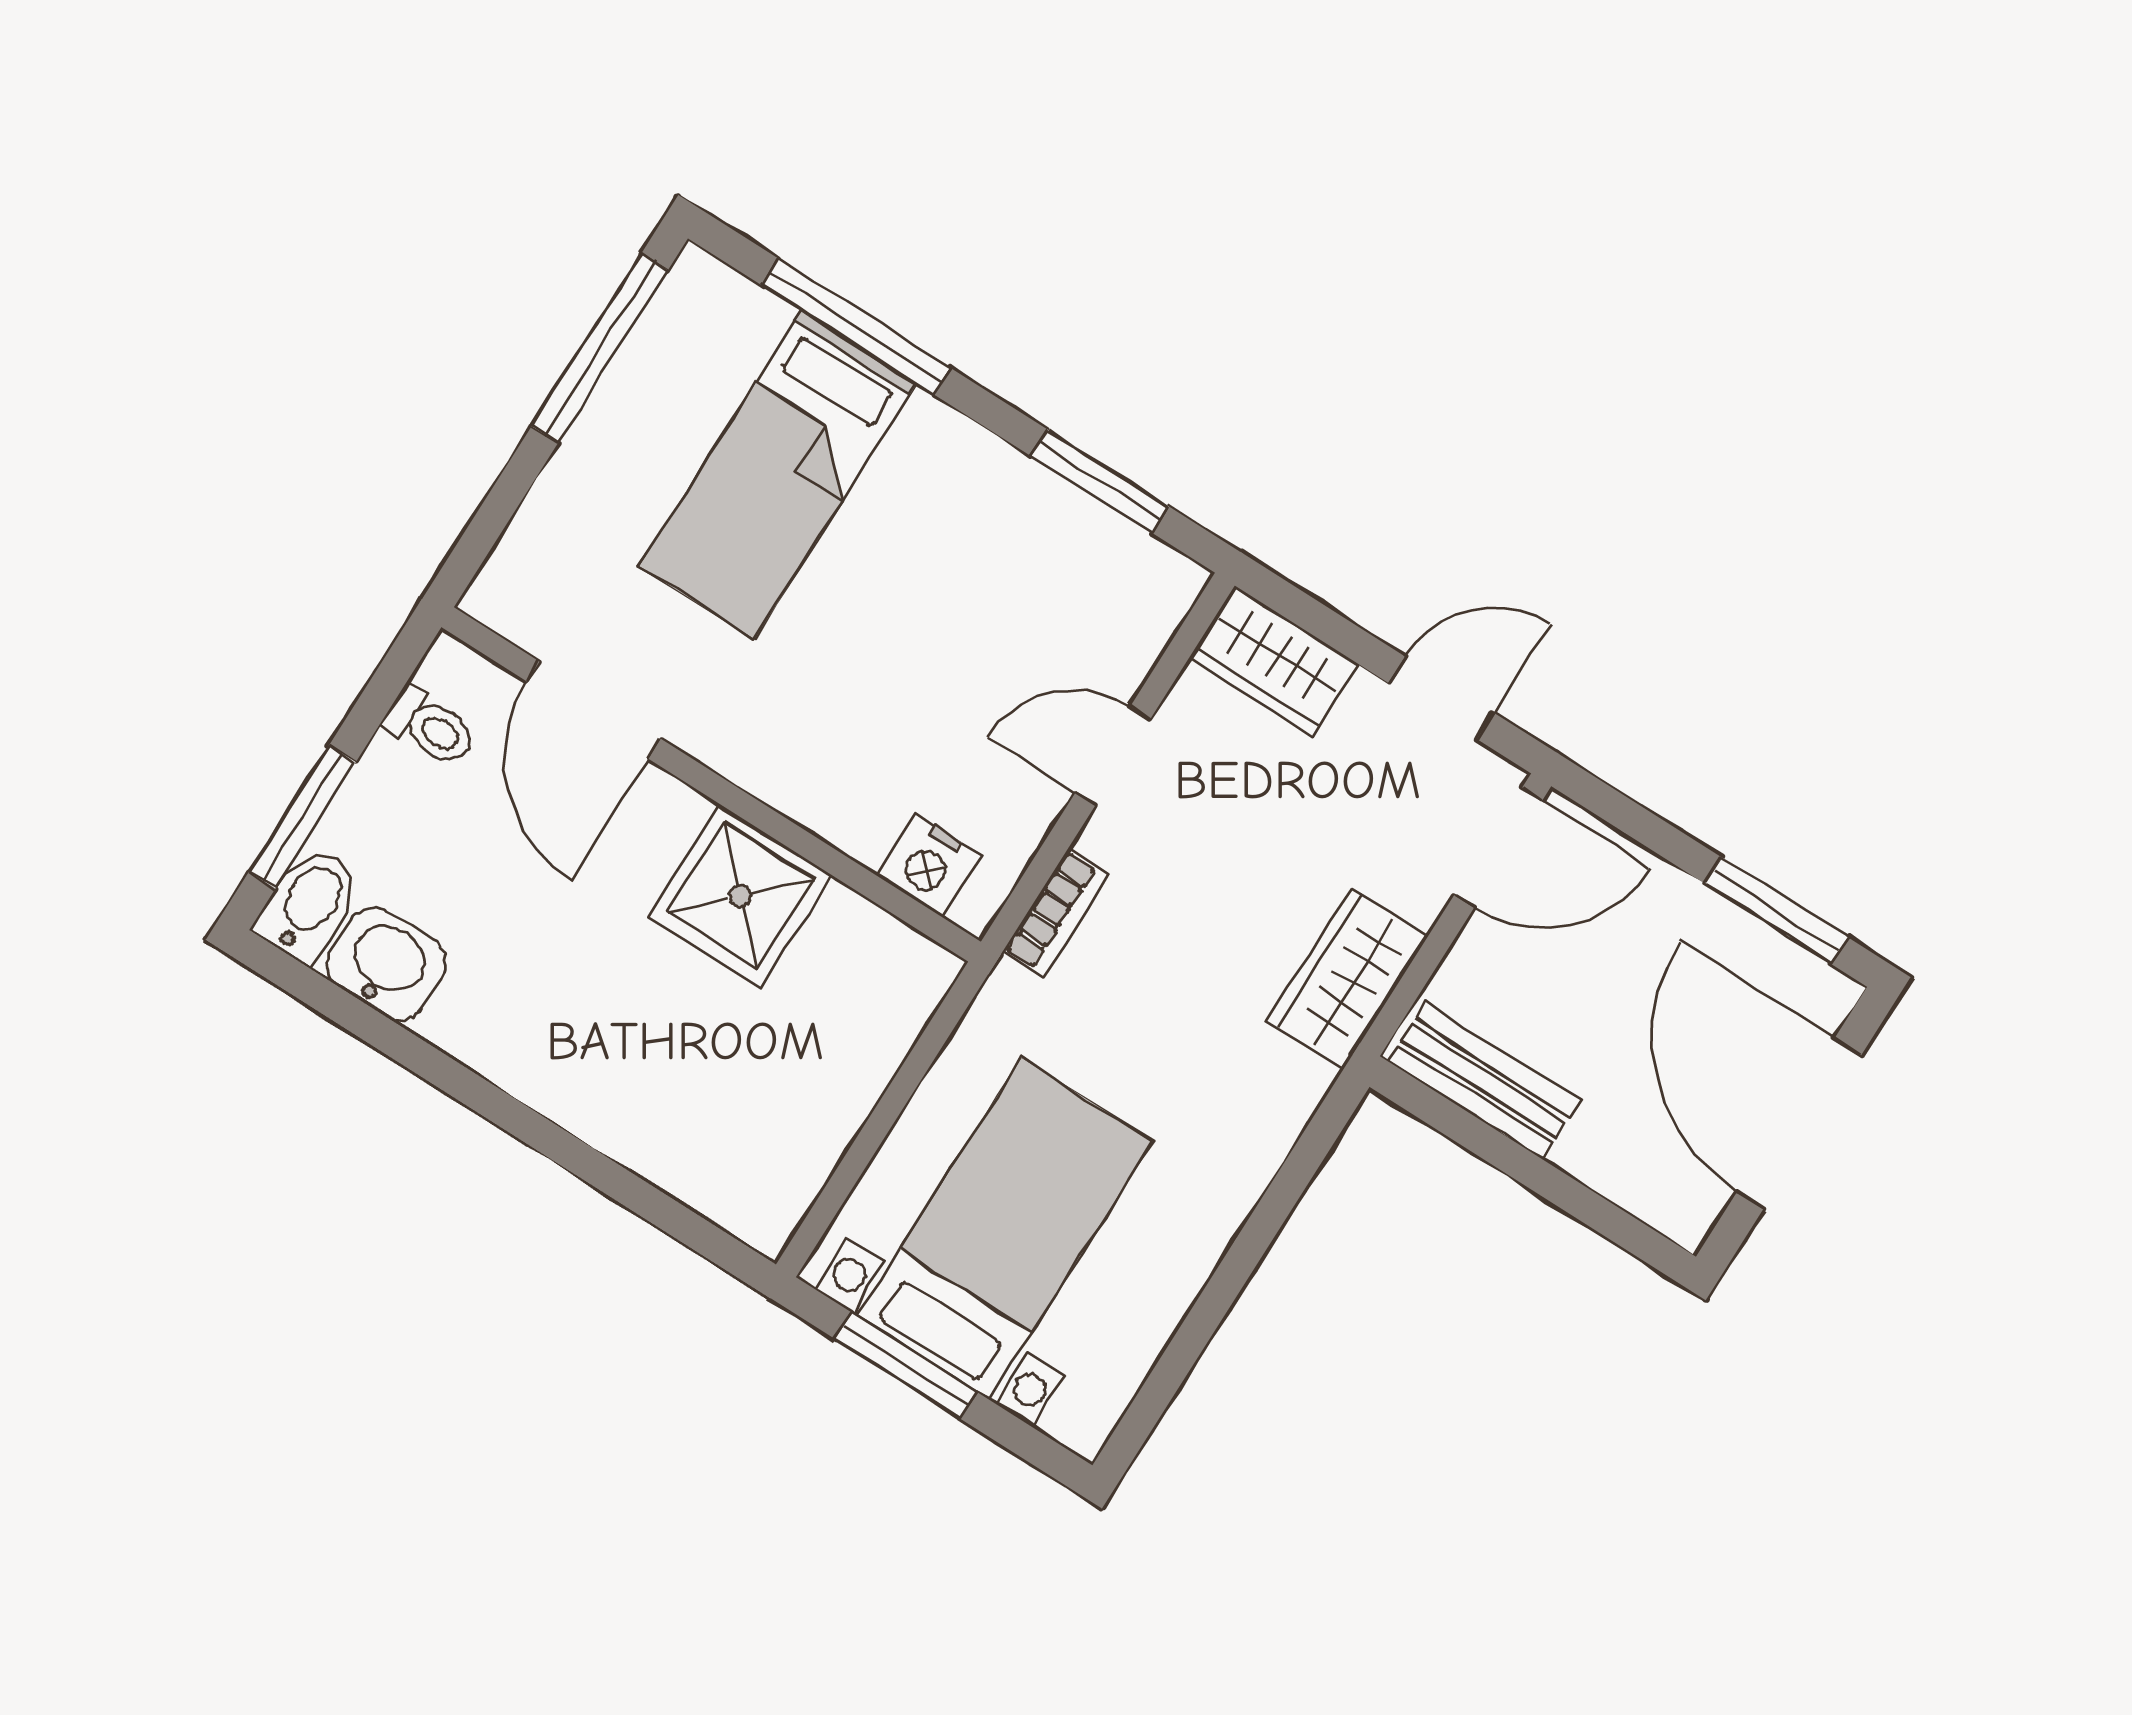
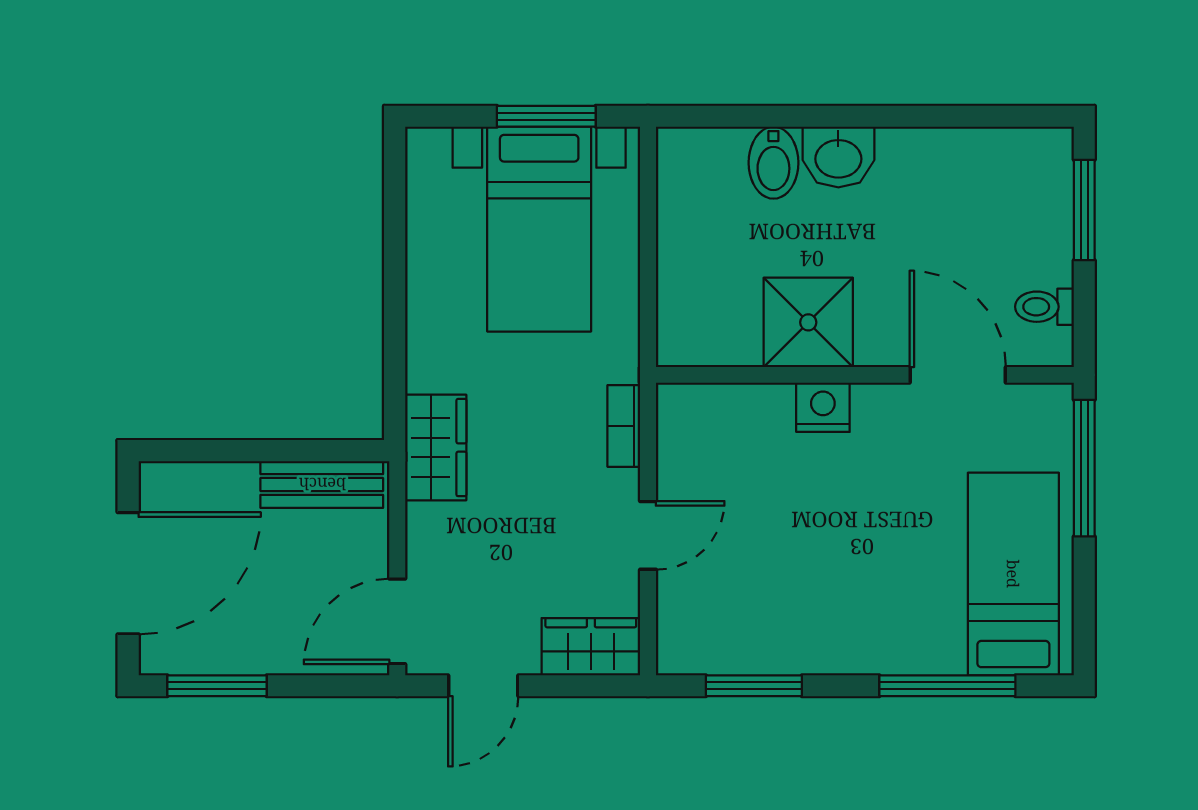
window: (600, 348) -> (1084, 468), moved
bed: (778, 475) -> (1013, 574), moved
nightstand: (929, 865) -> (823, 407), moved
bidet: (309, 905) -> (773, 163), moved
washbasin: (386, 964) -> (838, 157), moved
wardrobe: (1347, 978) -> (436, 448), moved
door: (1799, 1124) -> (128, 573), hinge flipped

